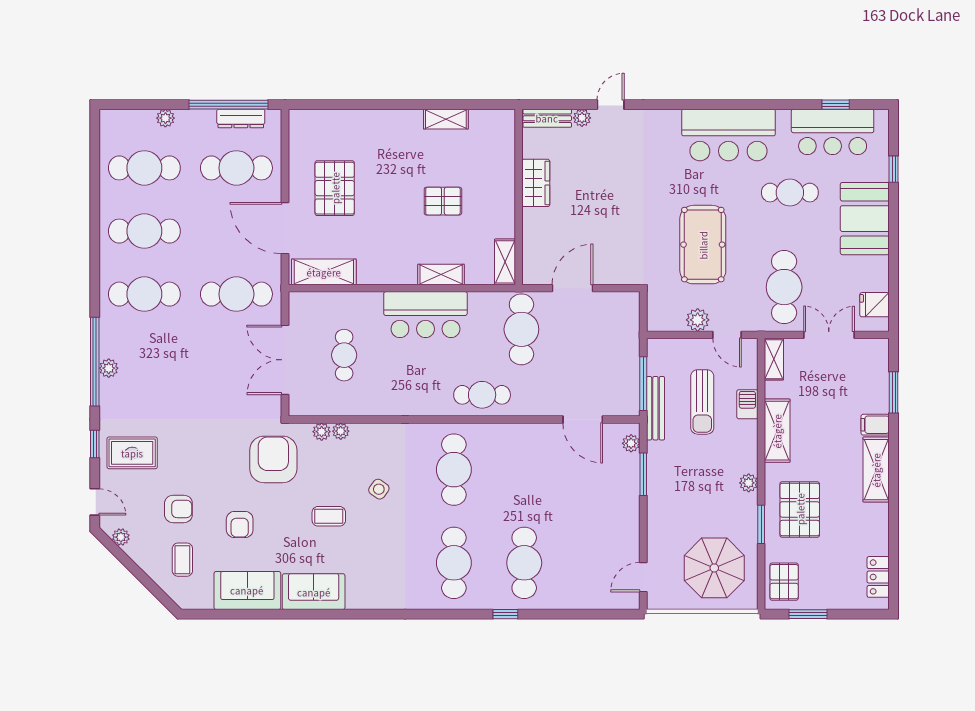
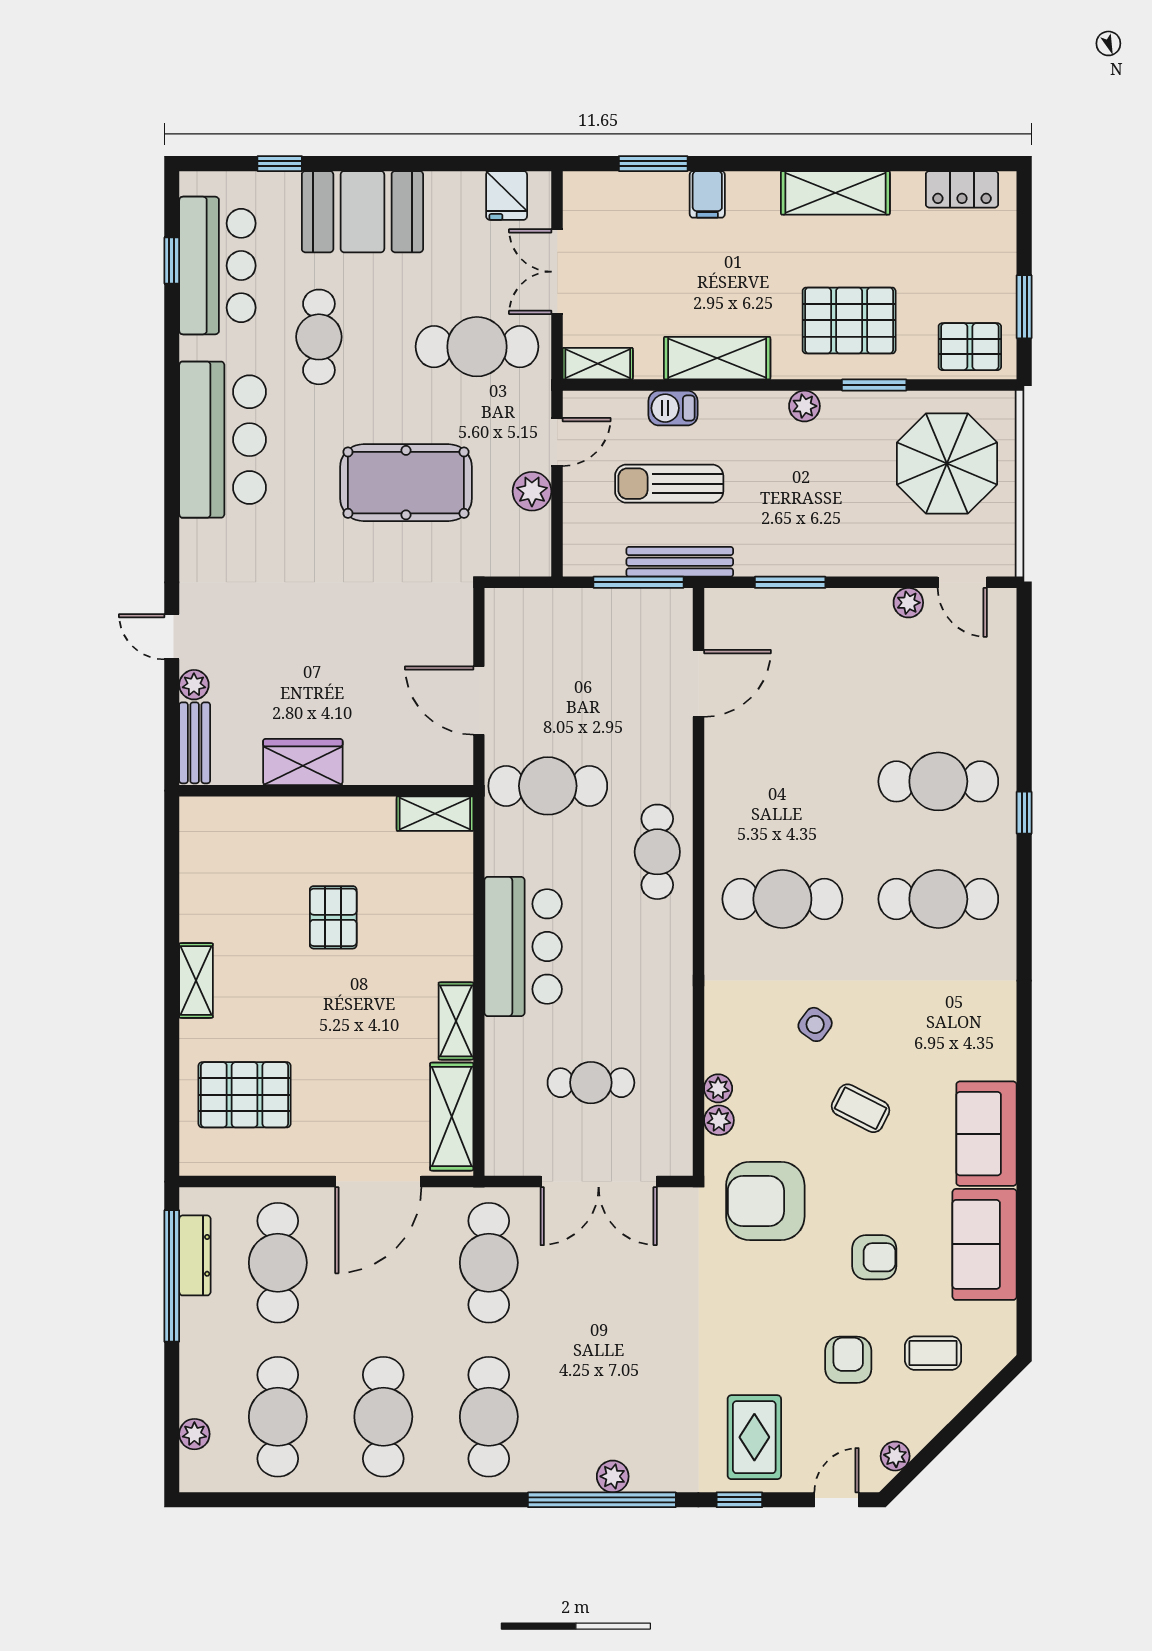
plant: (165, 118) -> (194, 1434), moved
shelving: (446, 119) -> (196, 981), moved
pallet: (335, 188) -> (245, 1095), moved
shelving: (441, 274) -> (456, 1021), moved
sun lounger: (702, 402) -> (669, 484), turned 180
plant: (631, 443) -> (908, 603), moved
shelving: (876, 470) -> (835, 193), moved
coffee table: (329, 516) -> (860, 1108), turned -63

